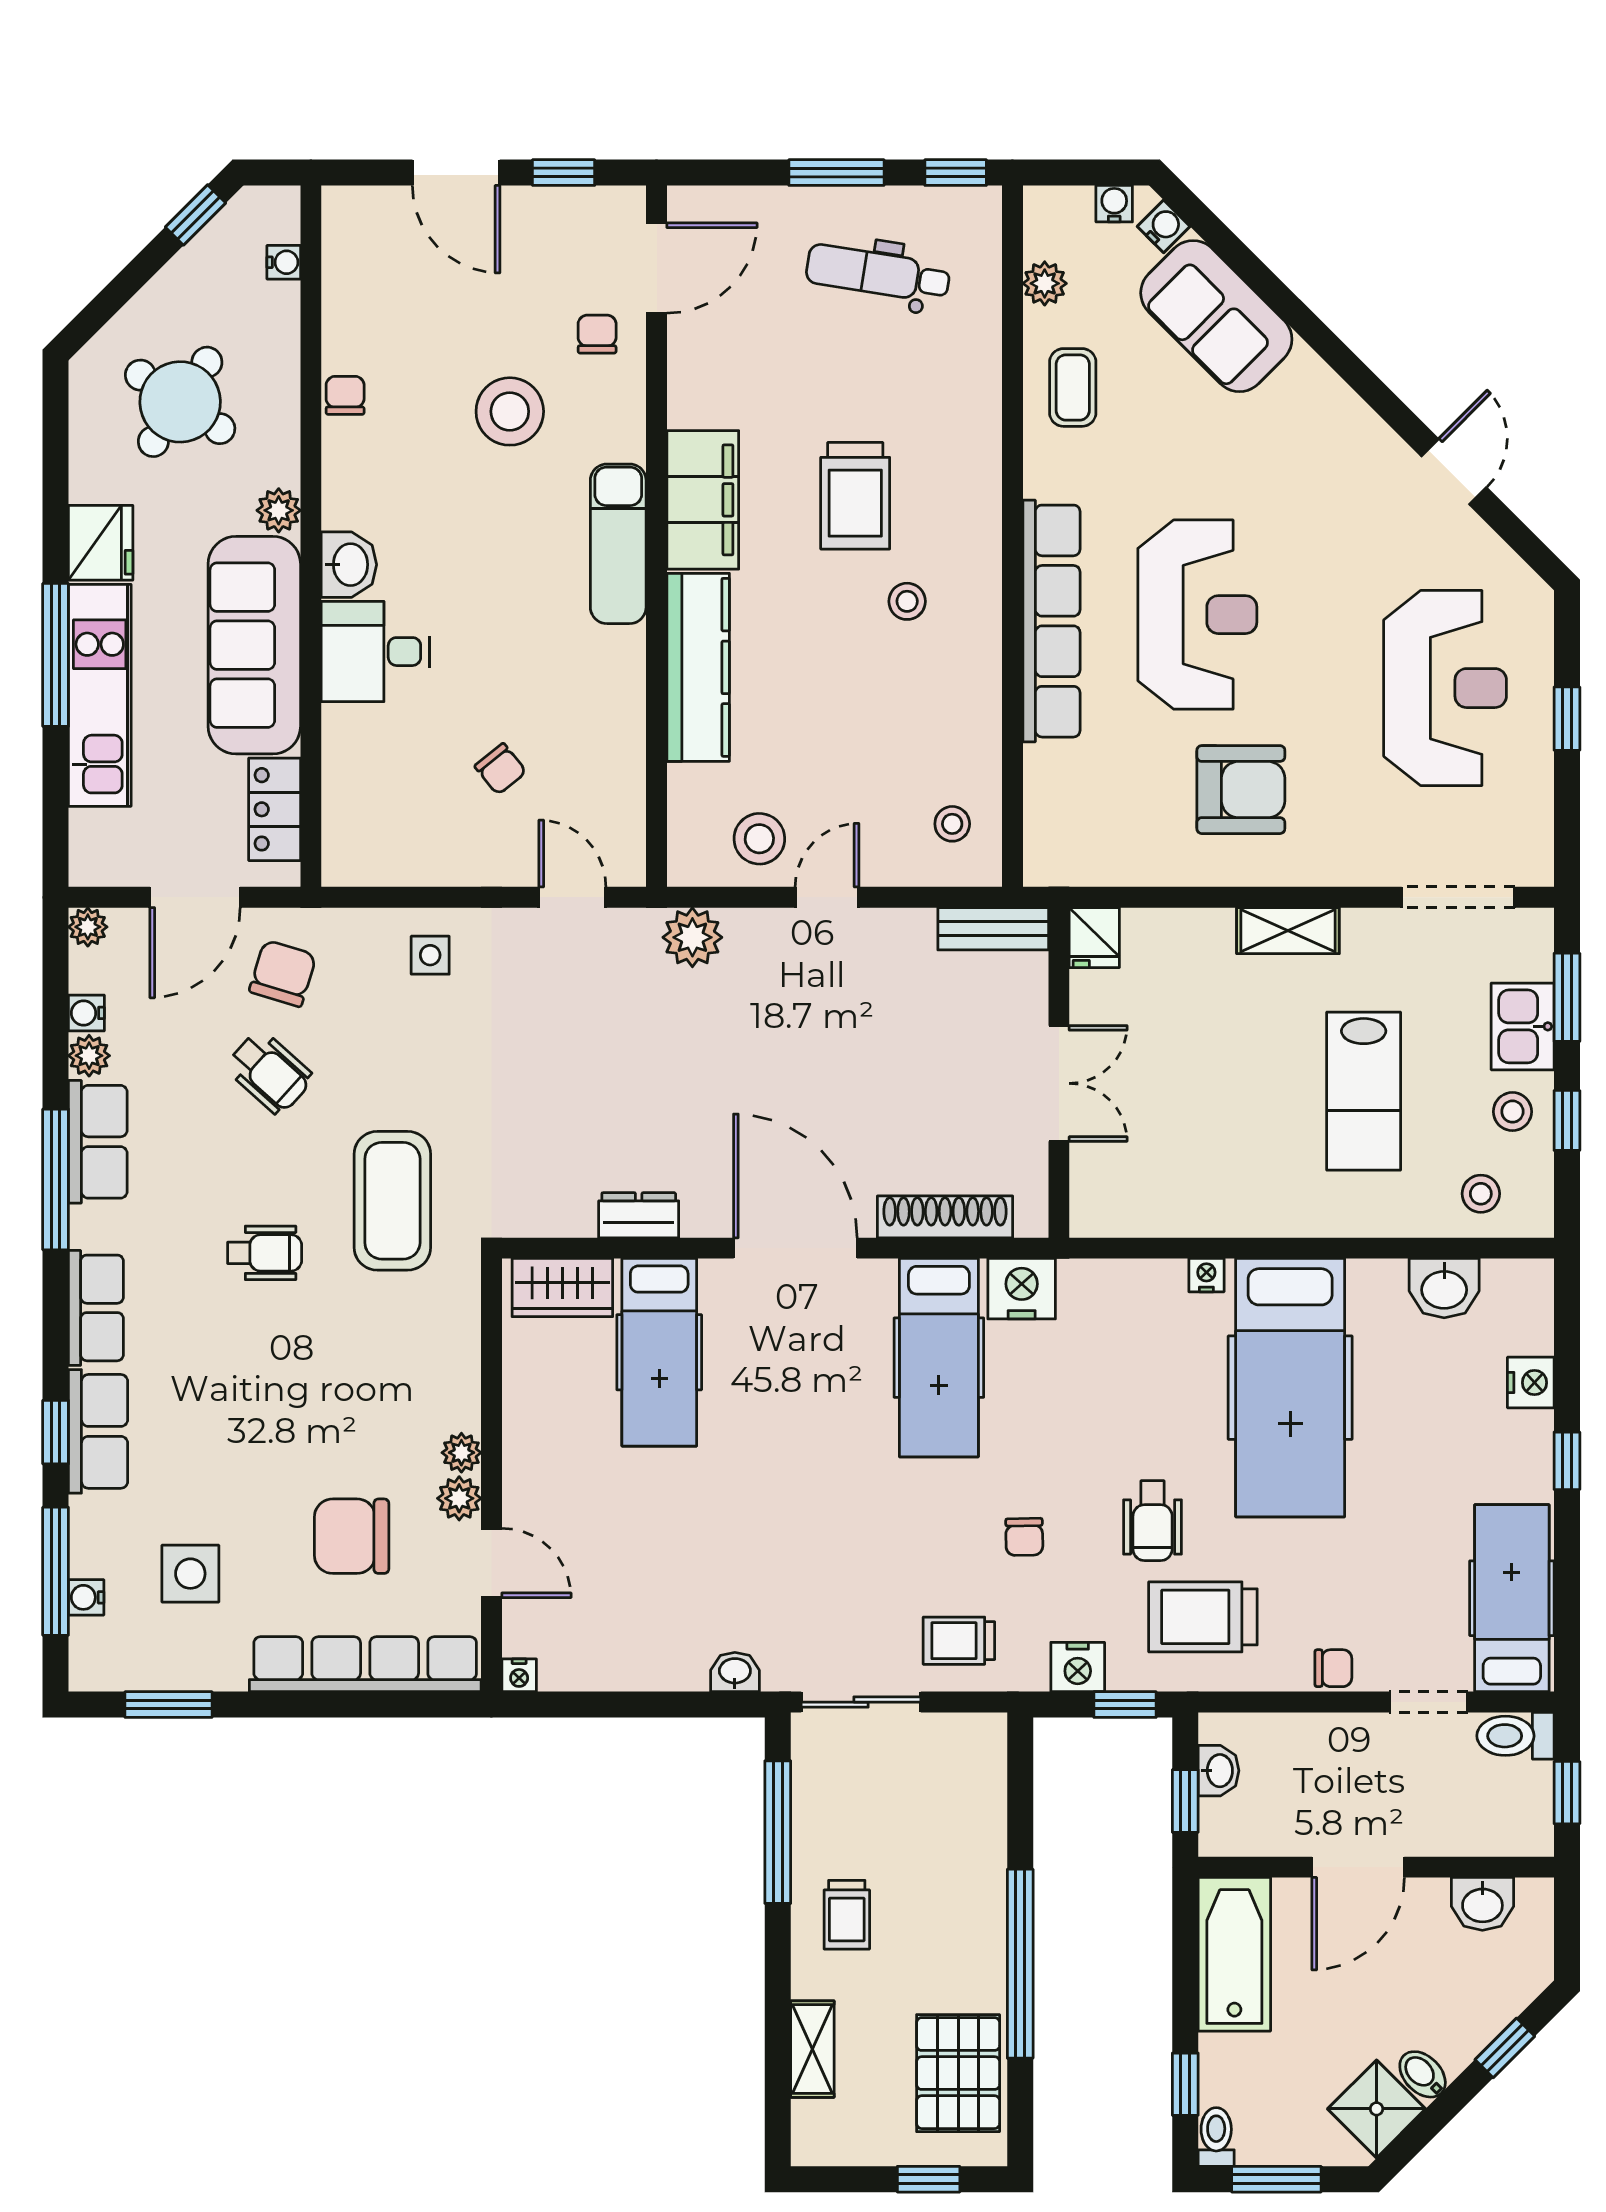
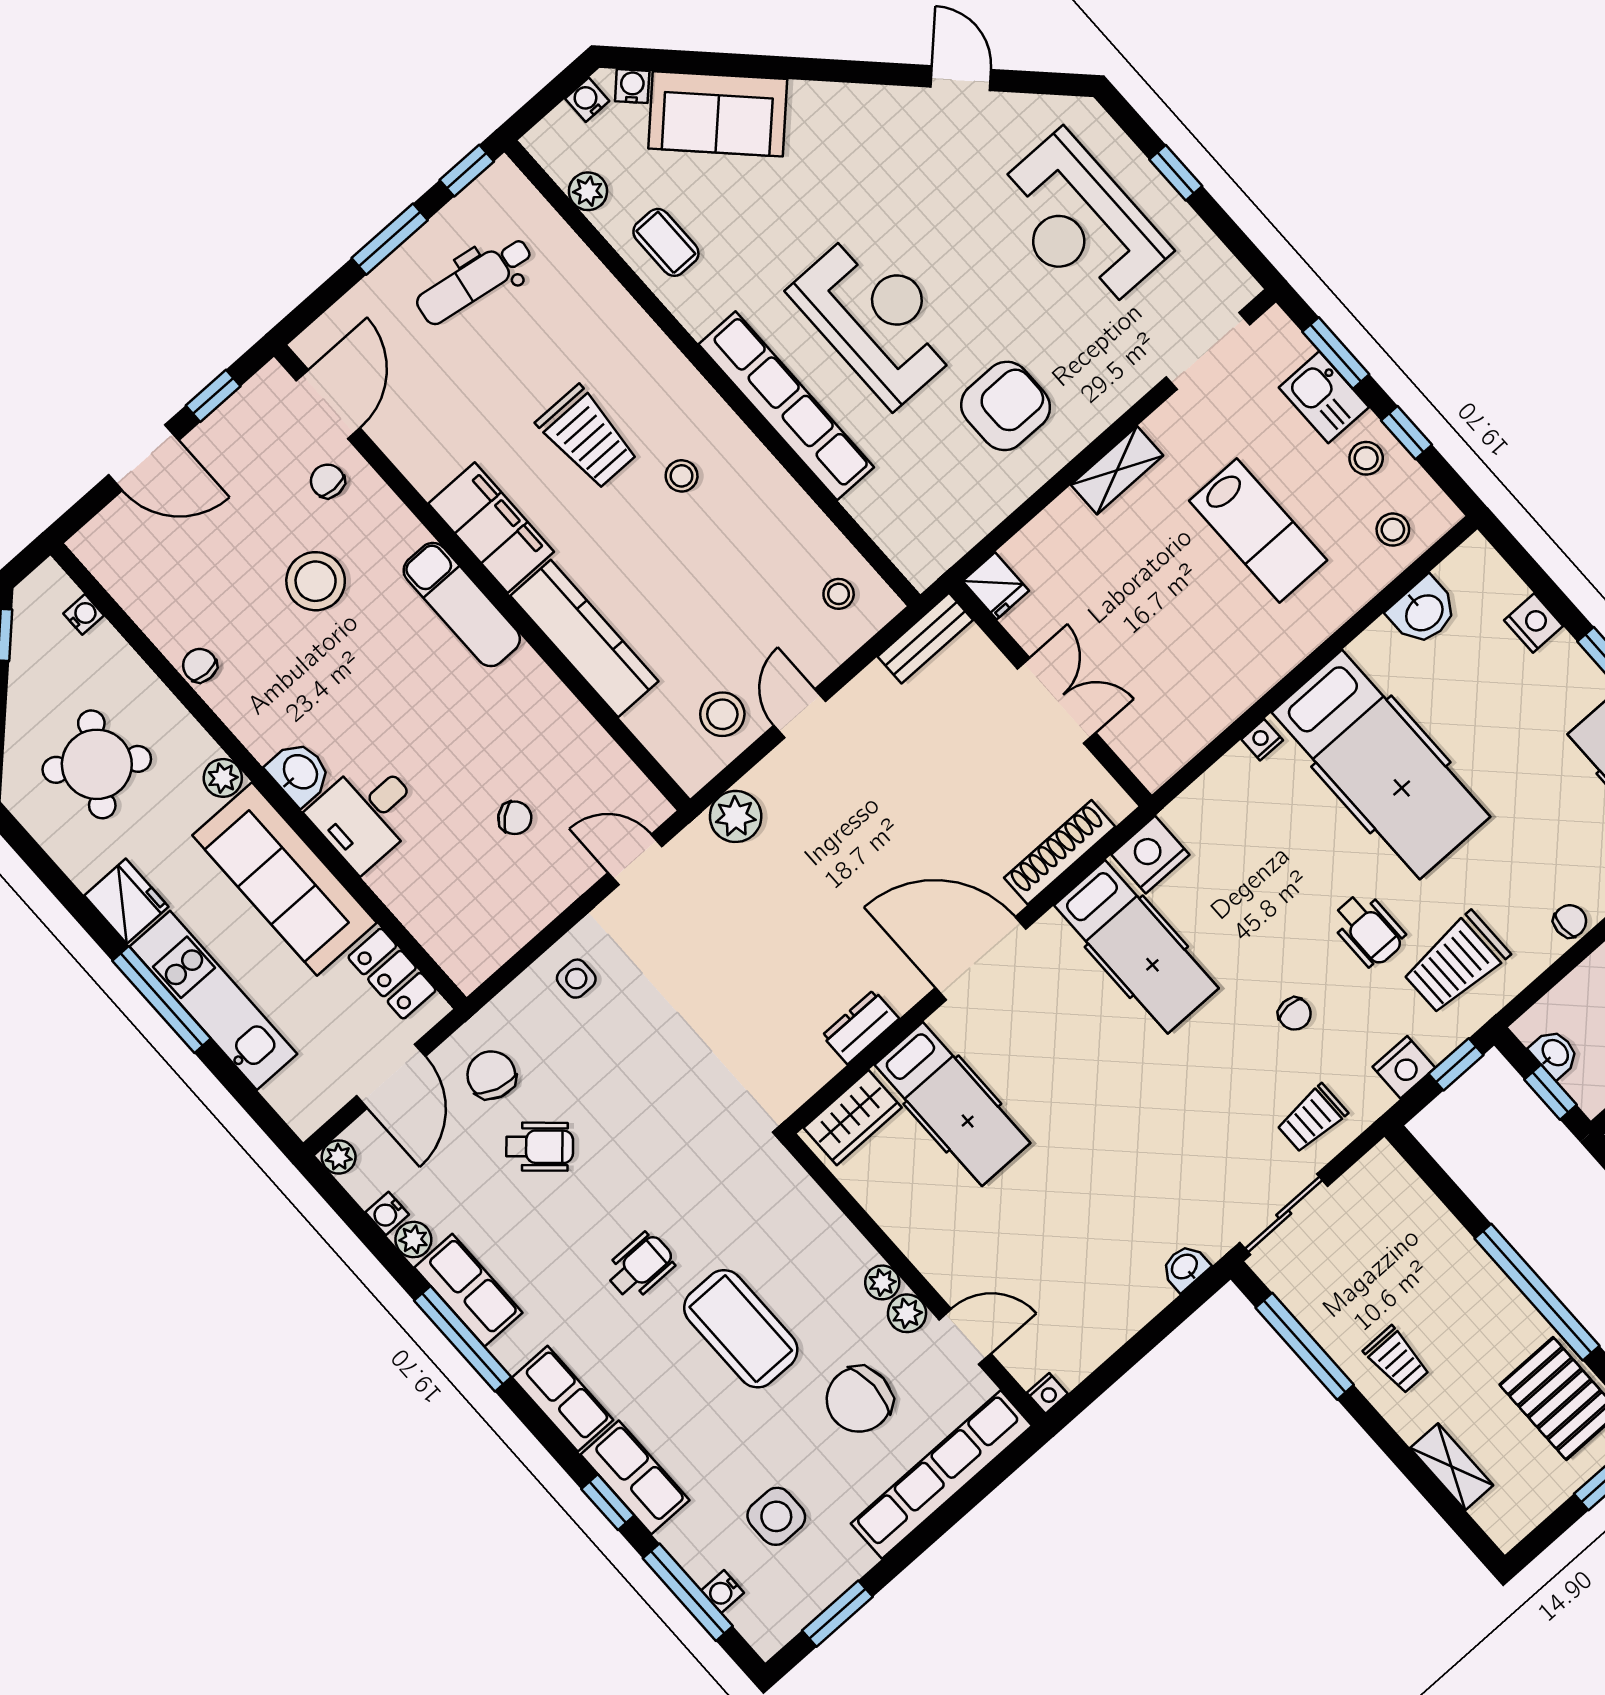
reception desk: (1445, 688) -> (1079, 223), turned 180
coffee table: (392, 1201) -> (741, 1329), moved

